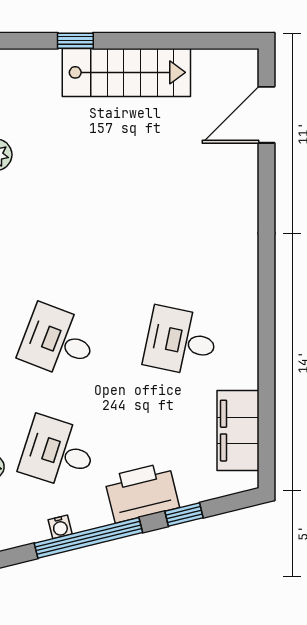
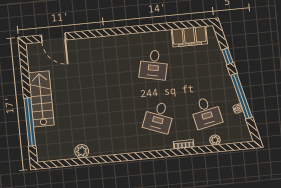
window: (75, 41) -> (30, 122), width x3.17
desk: (58, 452) -> (206, 112), turned -30
printer: (142, 492) -> (220, 75), removed

